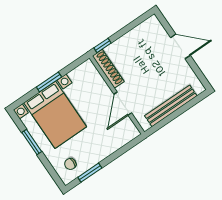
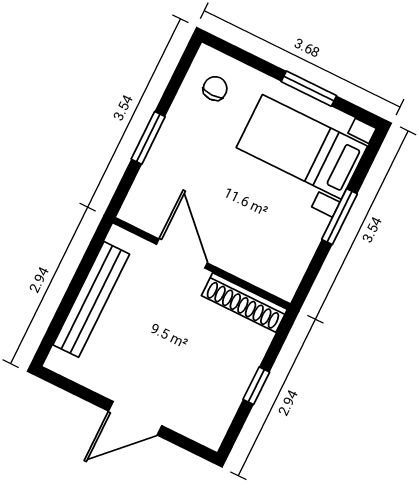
window: (103, 45) -> (256, 386), moved
bed with nightstands: (55, 115) -> (302, 147), width x0.73
window: (90, 173) -> (148, 138), moved

